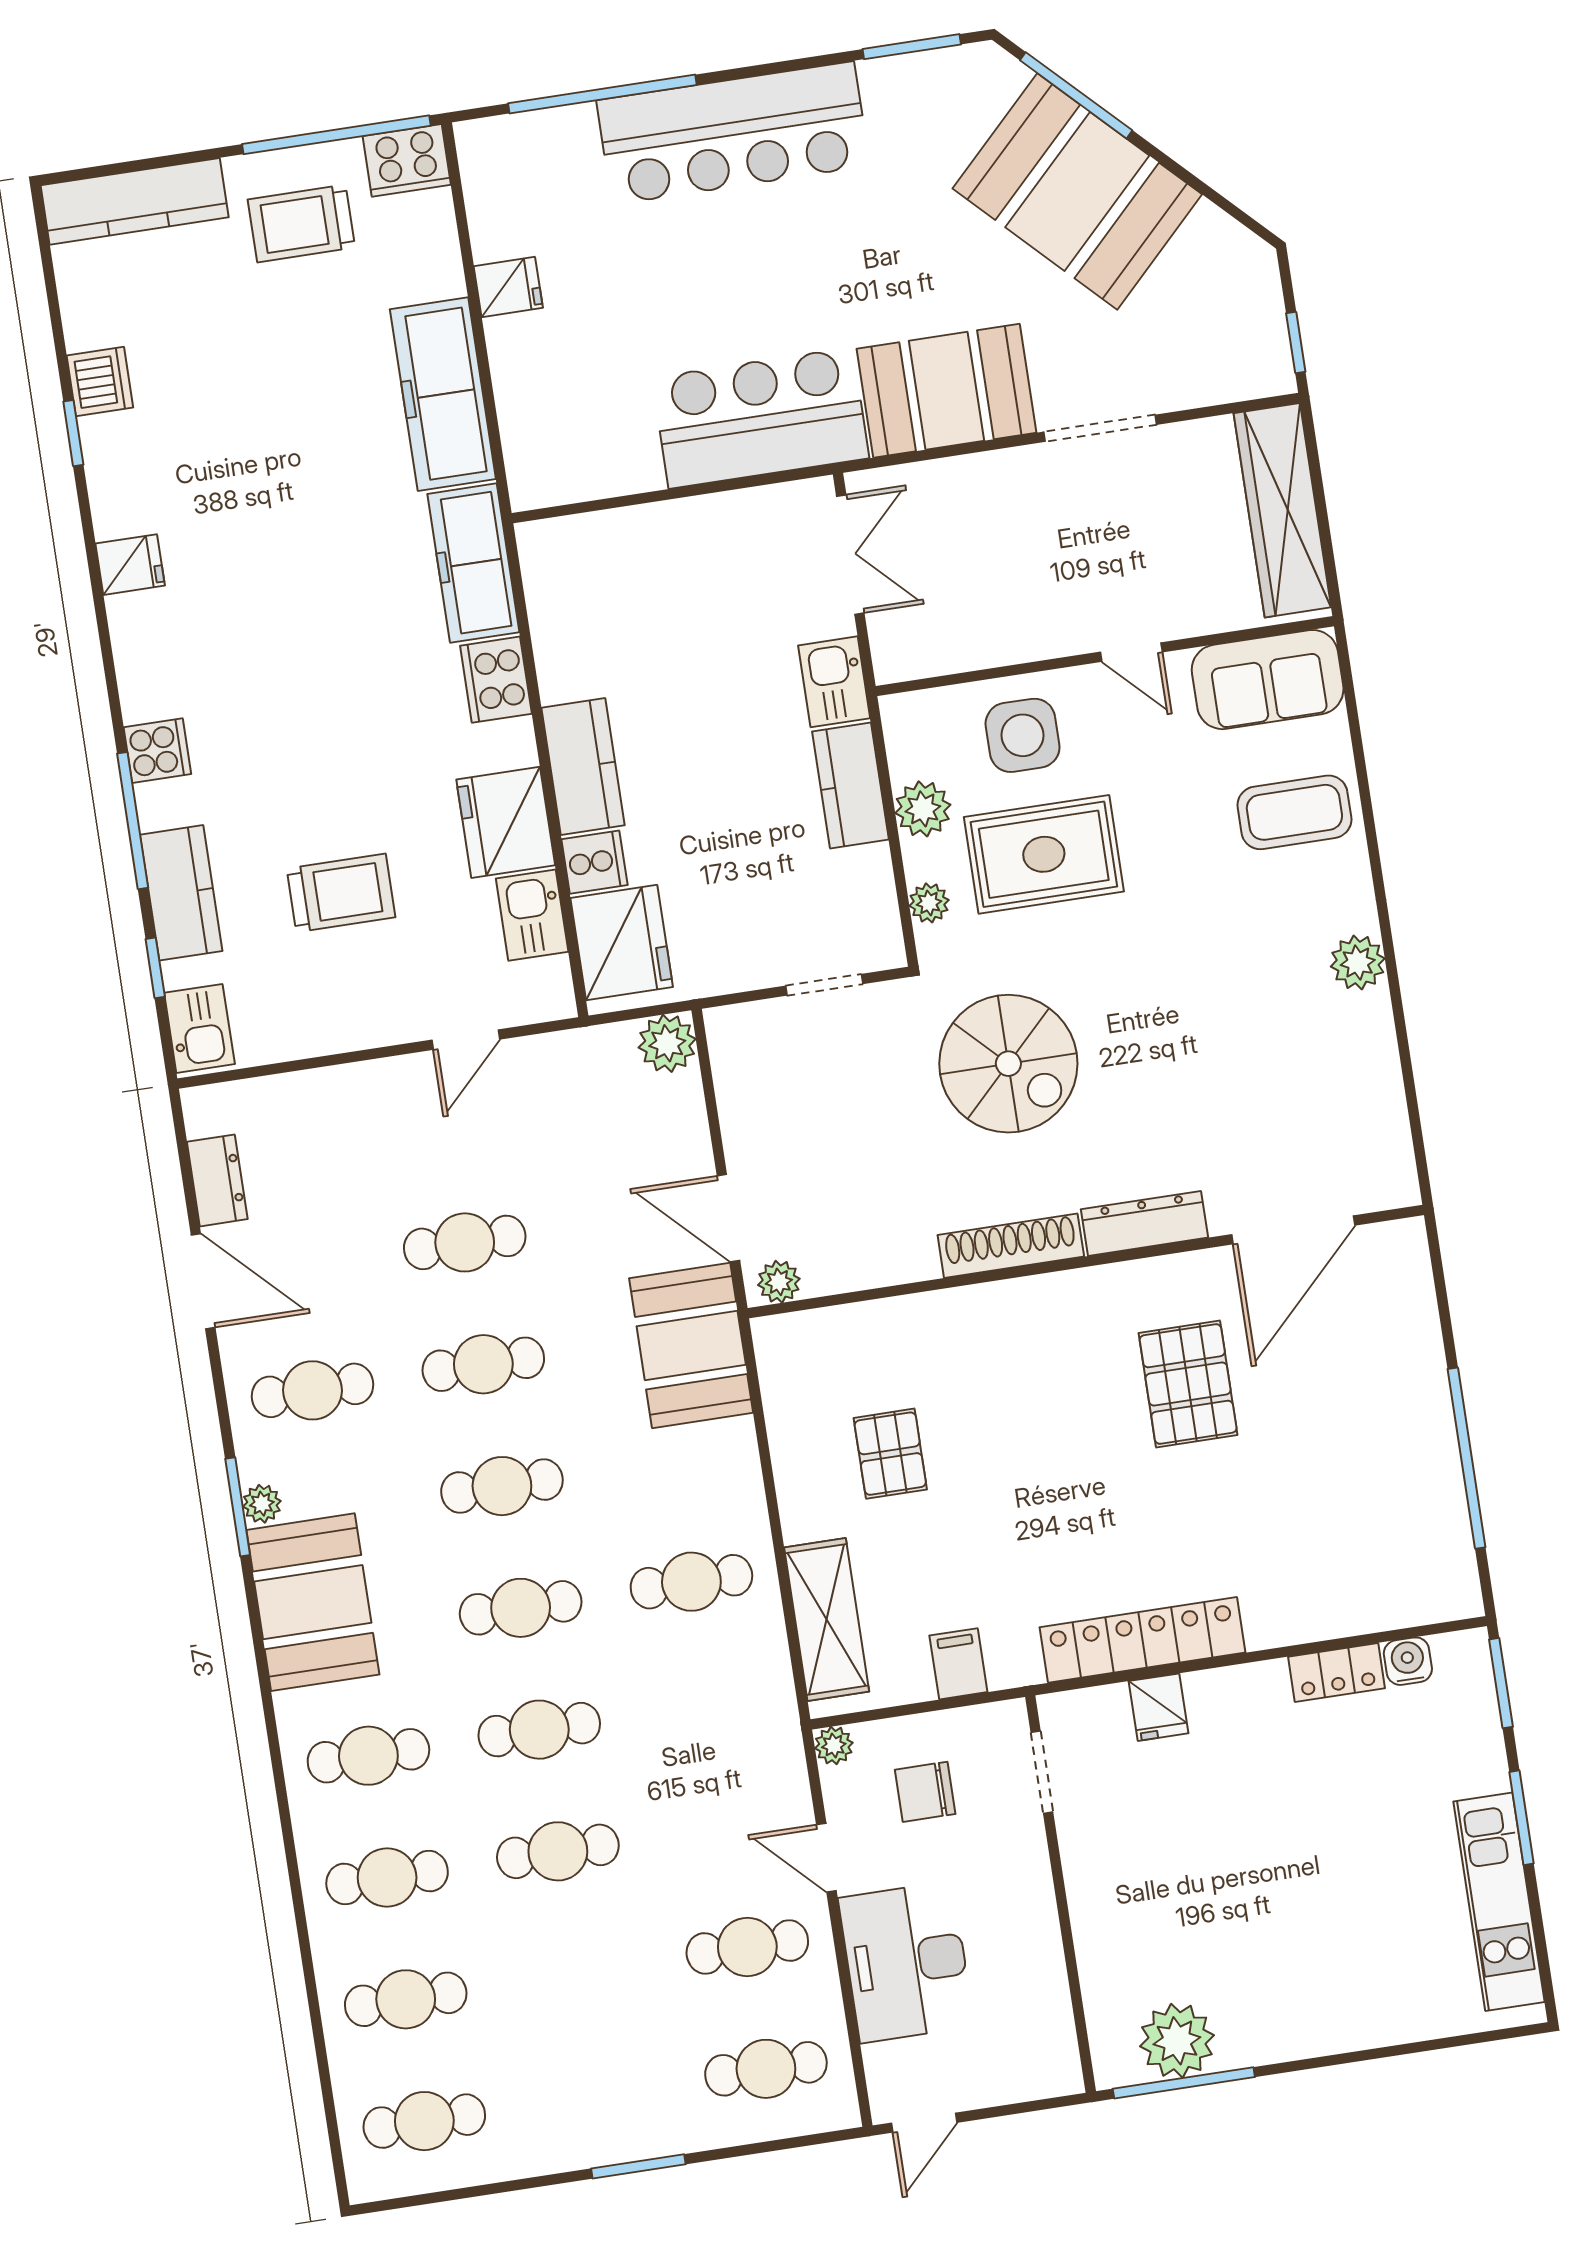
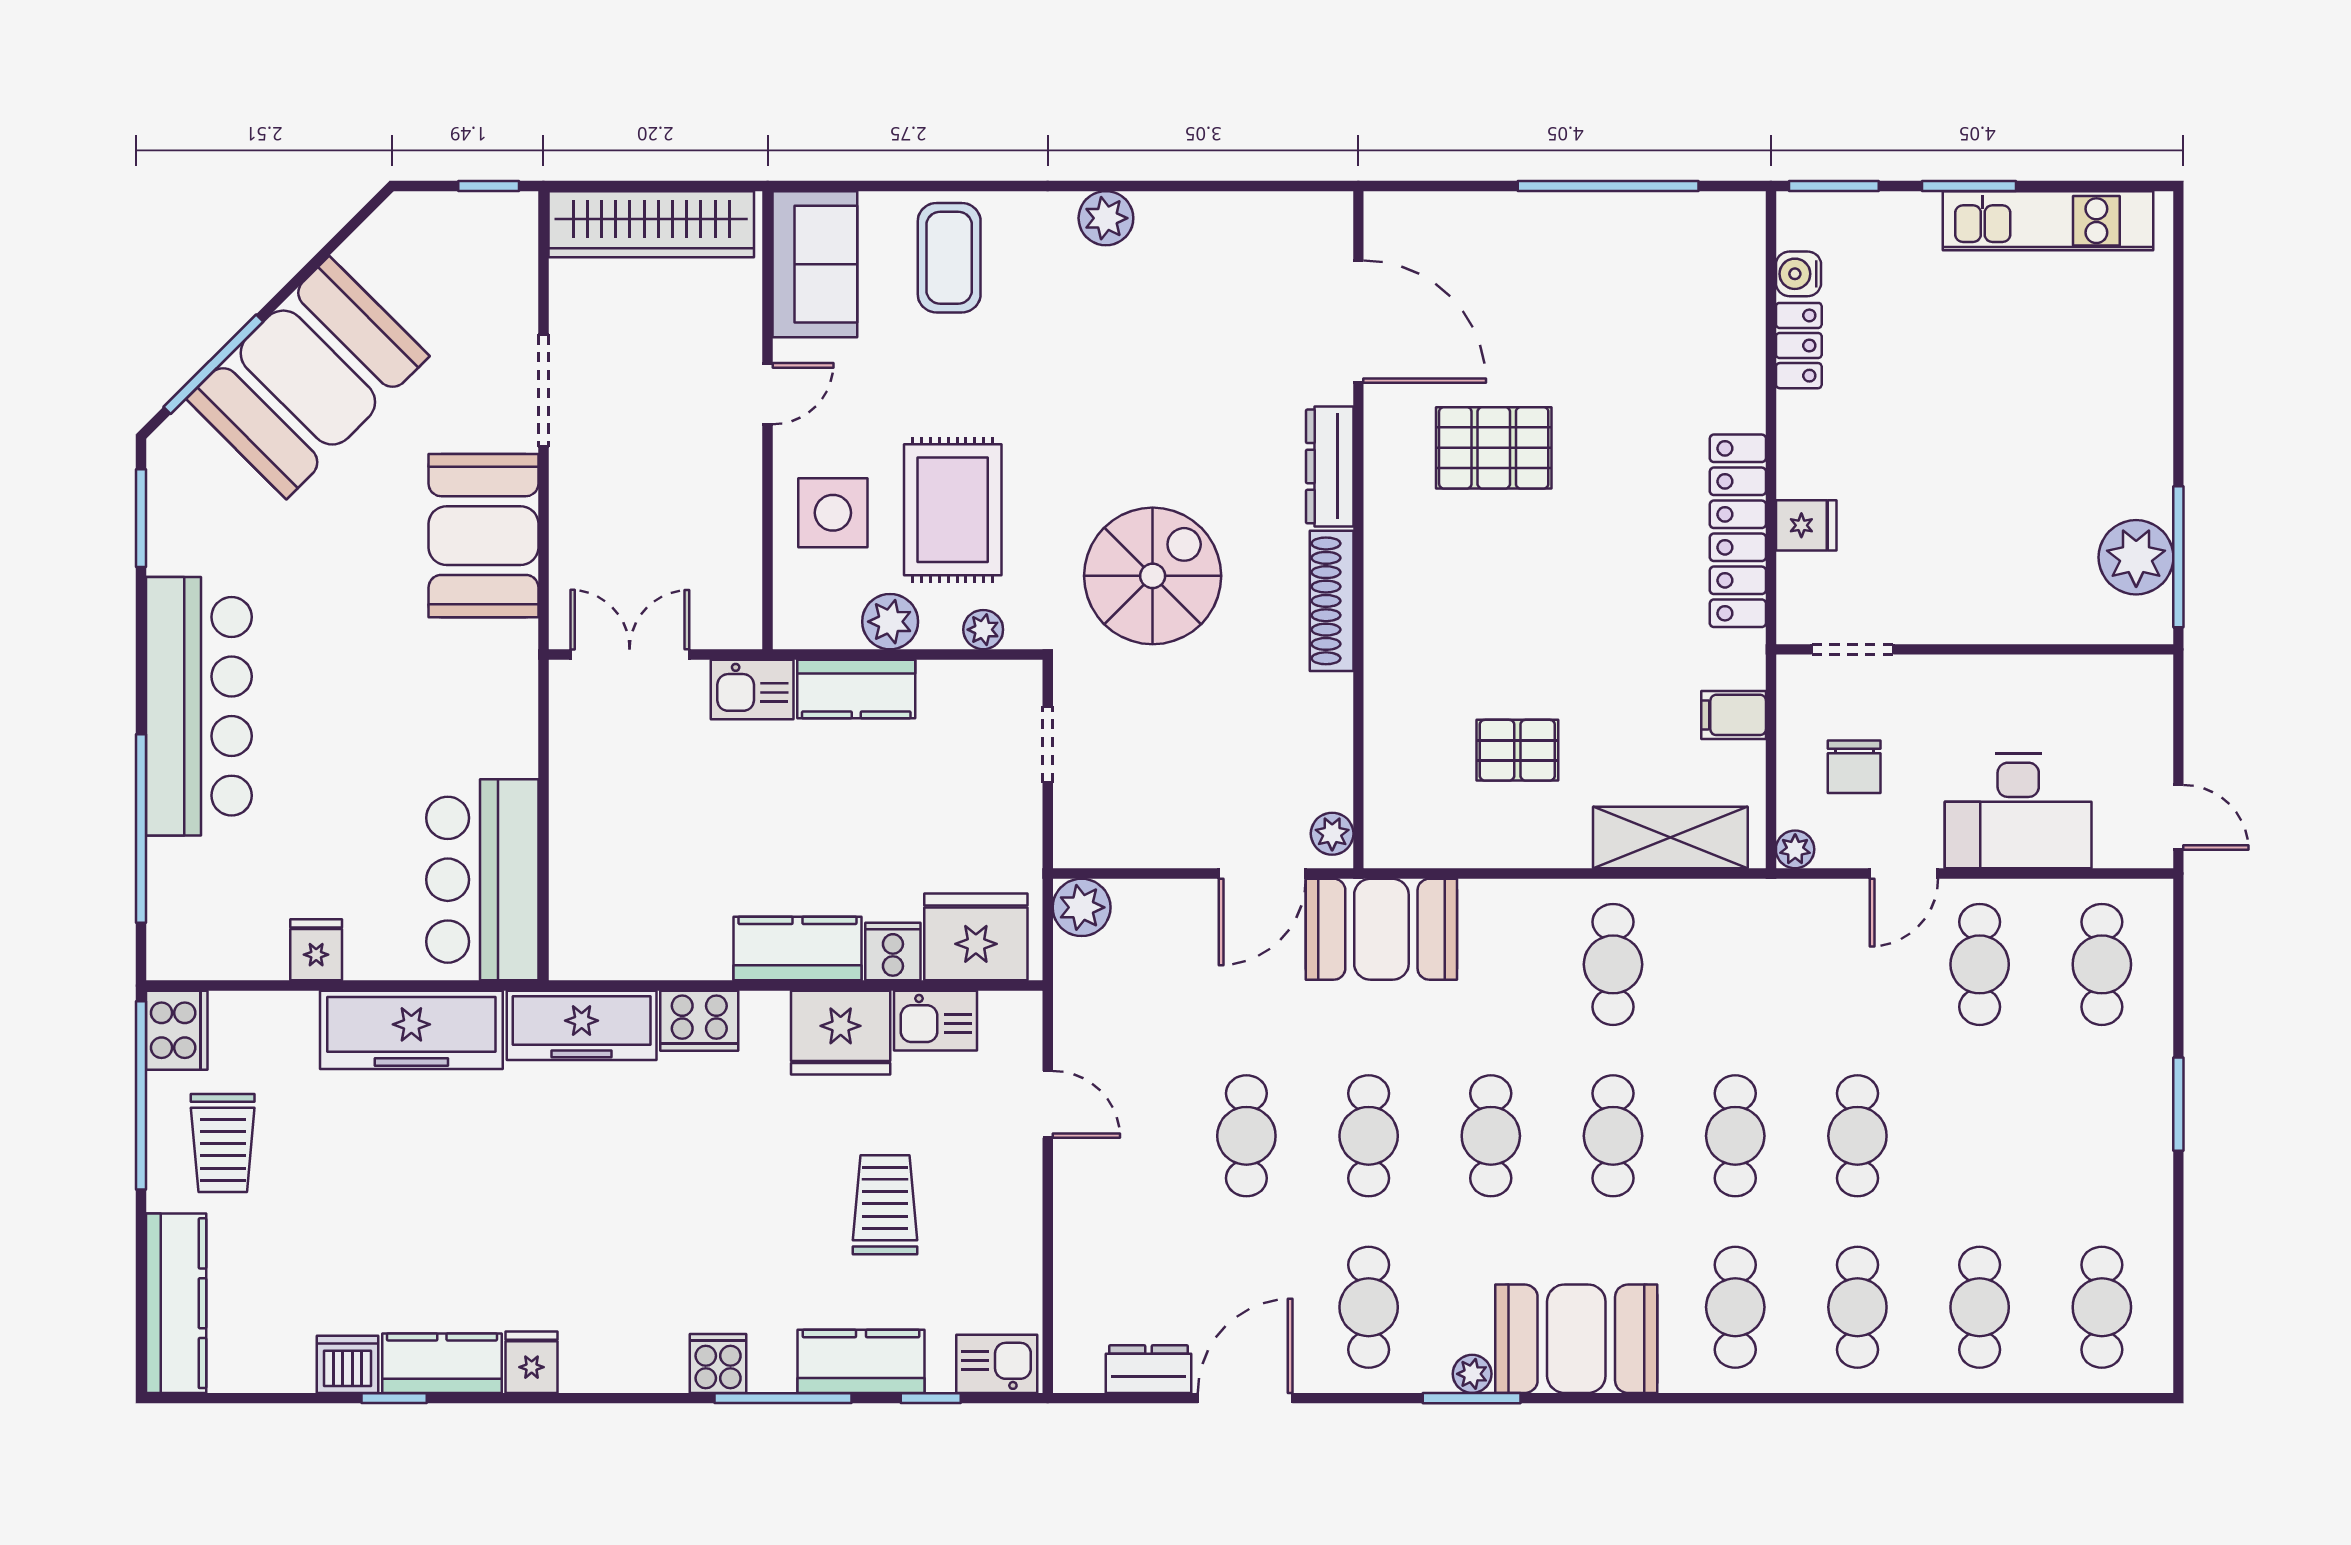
bar counter: (760, 418) -> (482, 880), moved
kitchen counter: (115, 475) -> (442, 1363), added

